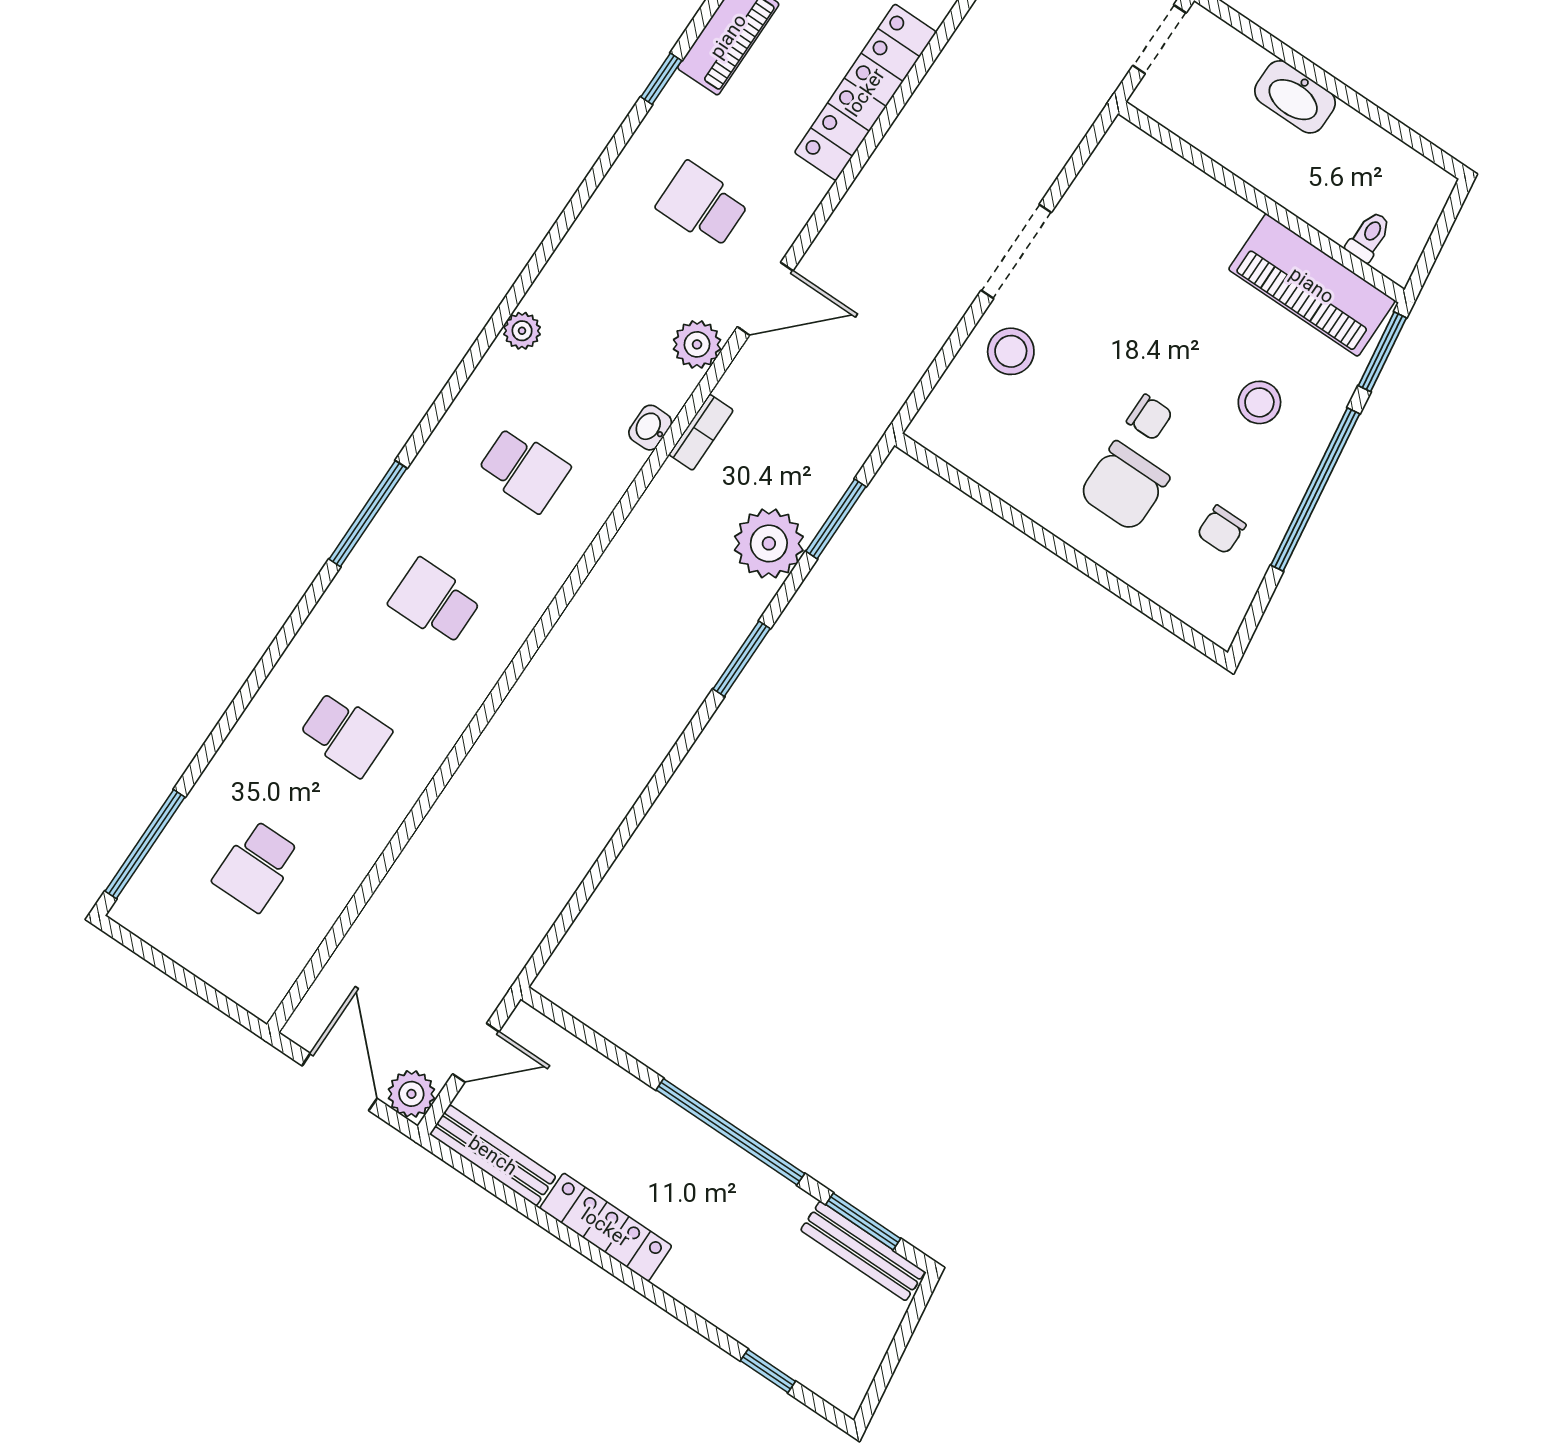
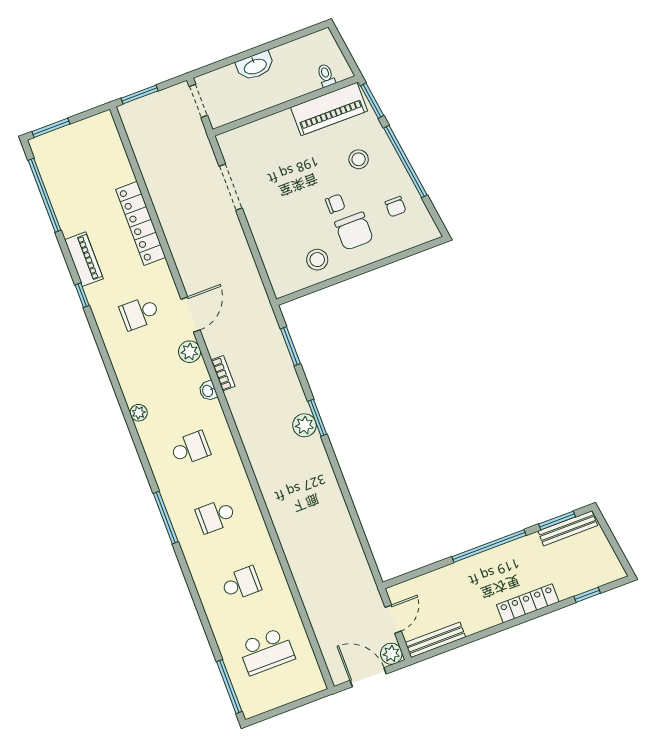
doorway: (1016, 251) -> (231, 187), moved
stool: (1011, 351) -> (317, 260), moved
plant: (769, 543) -> (304, 425), moved, width x0.73, depth x0.73
school desk: (256, 866) -> (267, 651), width x1.85
locker: (606, 1227) -> (528, 603), moved

